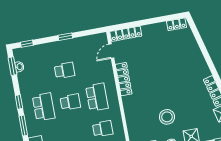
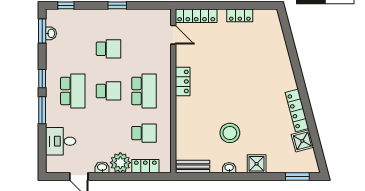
locker: (177, 24) -> (240, 15), moved
door: (111, 51) -> (173, 35), swing flipped
locker: (124, 79) -> (183, 81), width x0.66

